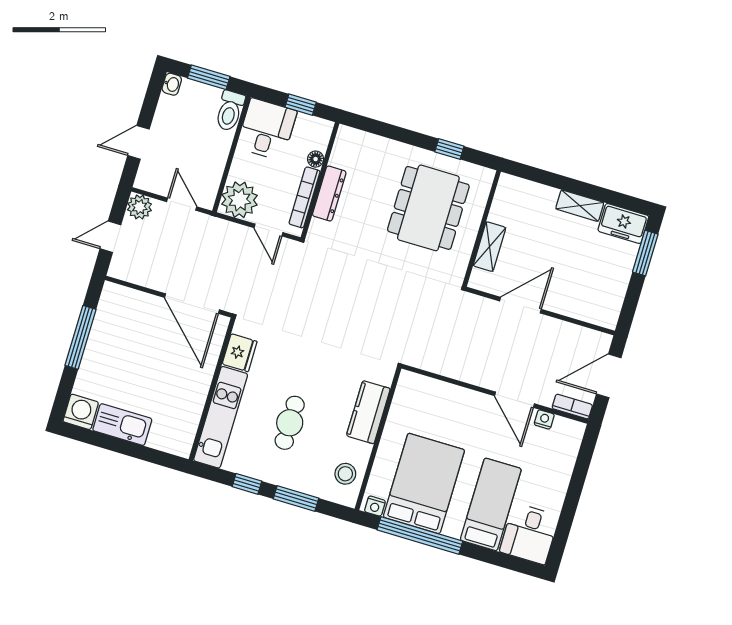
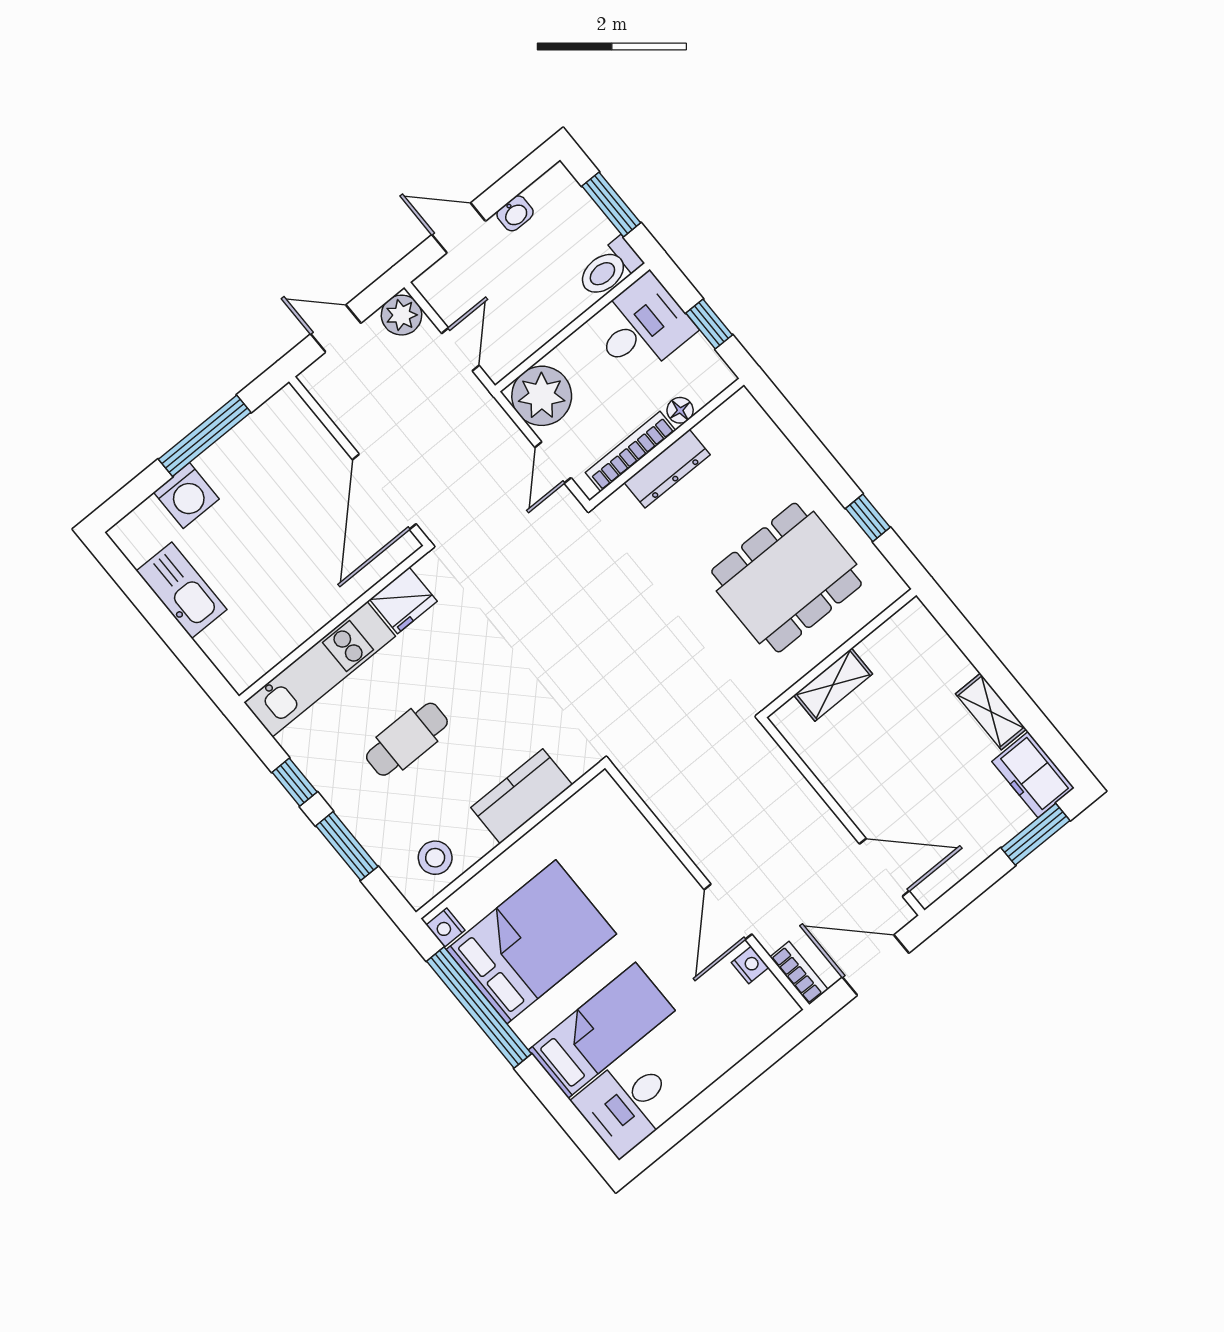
washbasin: (172, 84) -> (515, 213), moved
door: (520, 305) -> (884, 867), moved
washing machine: (81, 412) -> (186, 496), moved, turned 90

